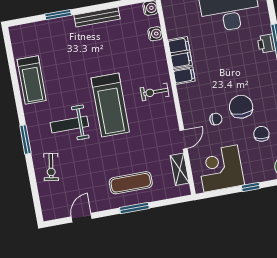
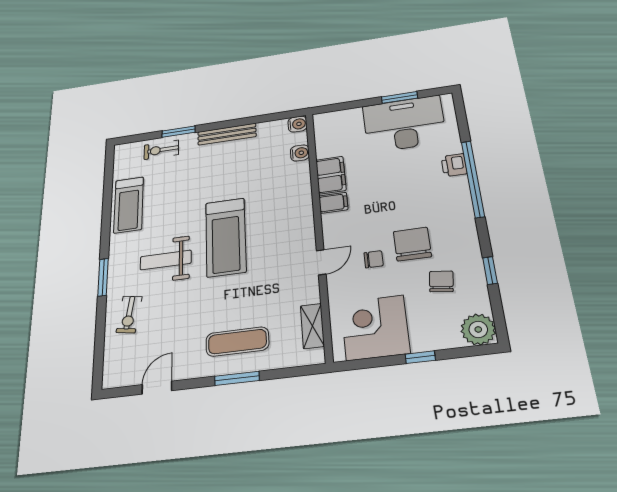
exercise bike: (155, 92) -> (161, 150), moved
door: (184, 139) -> (321, 262), moved

